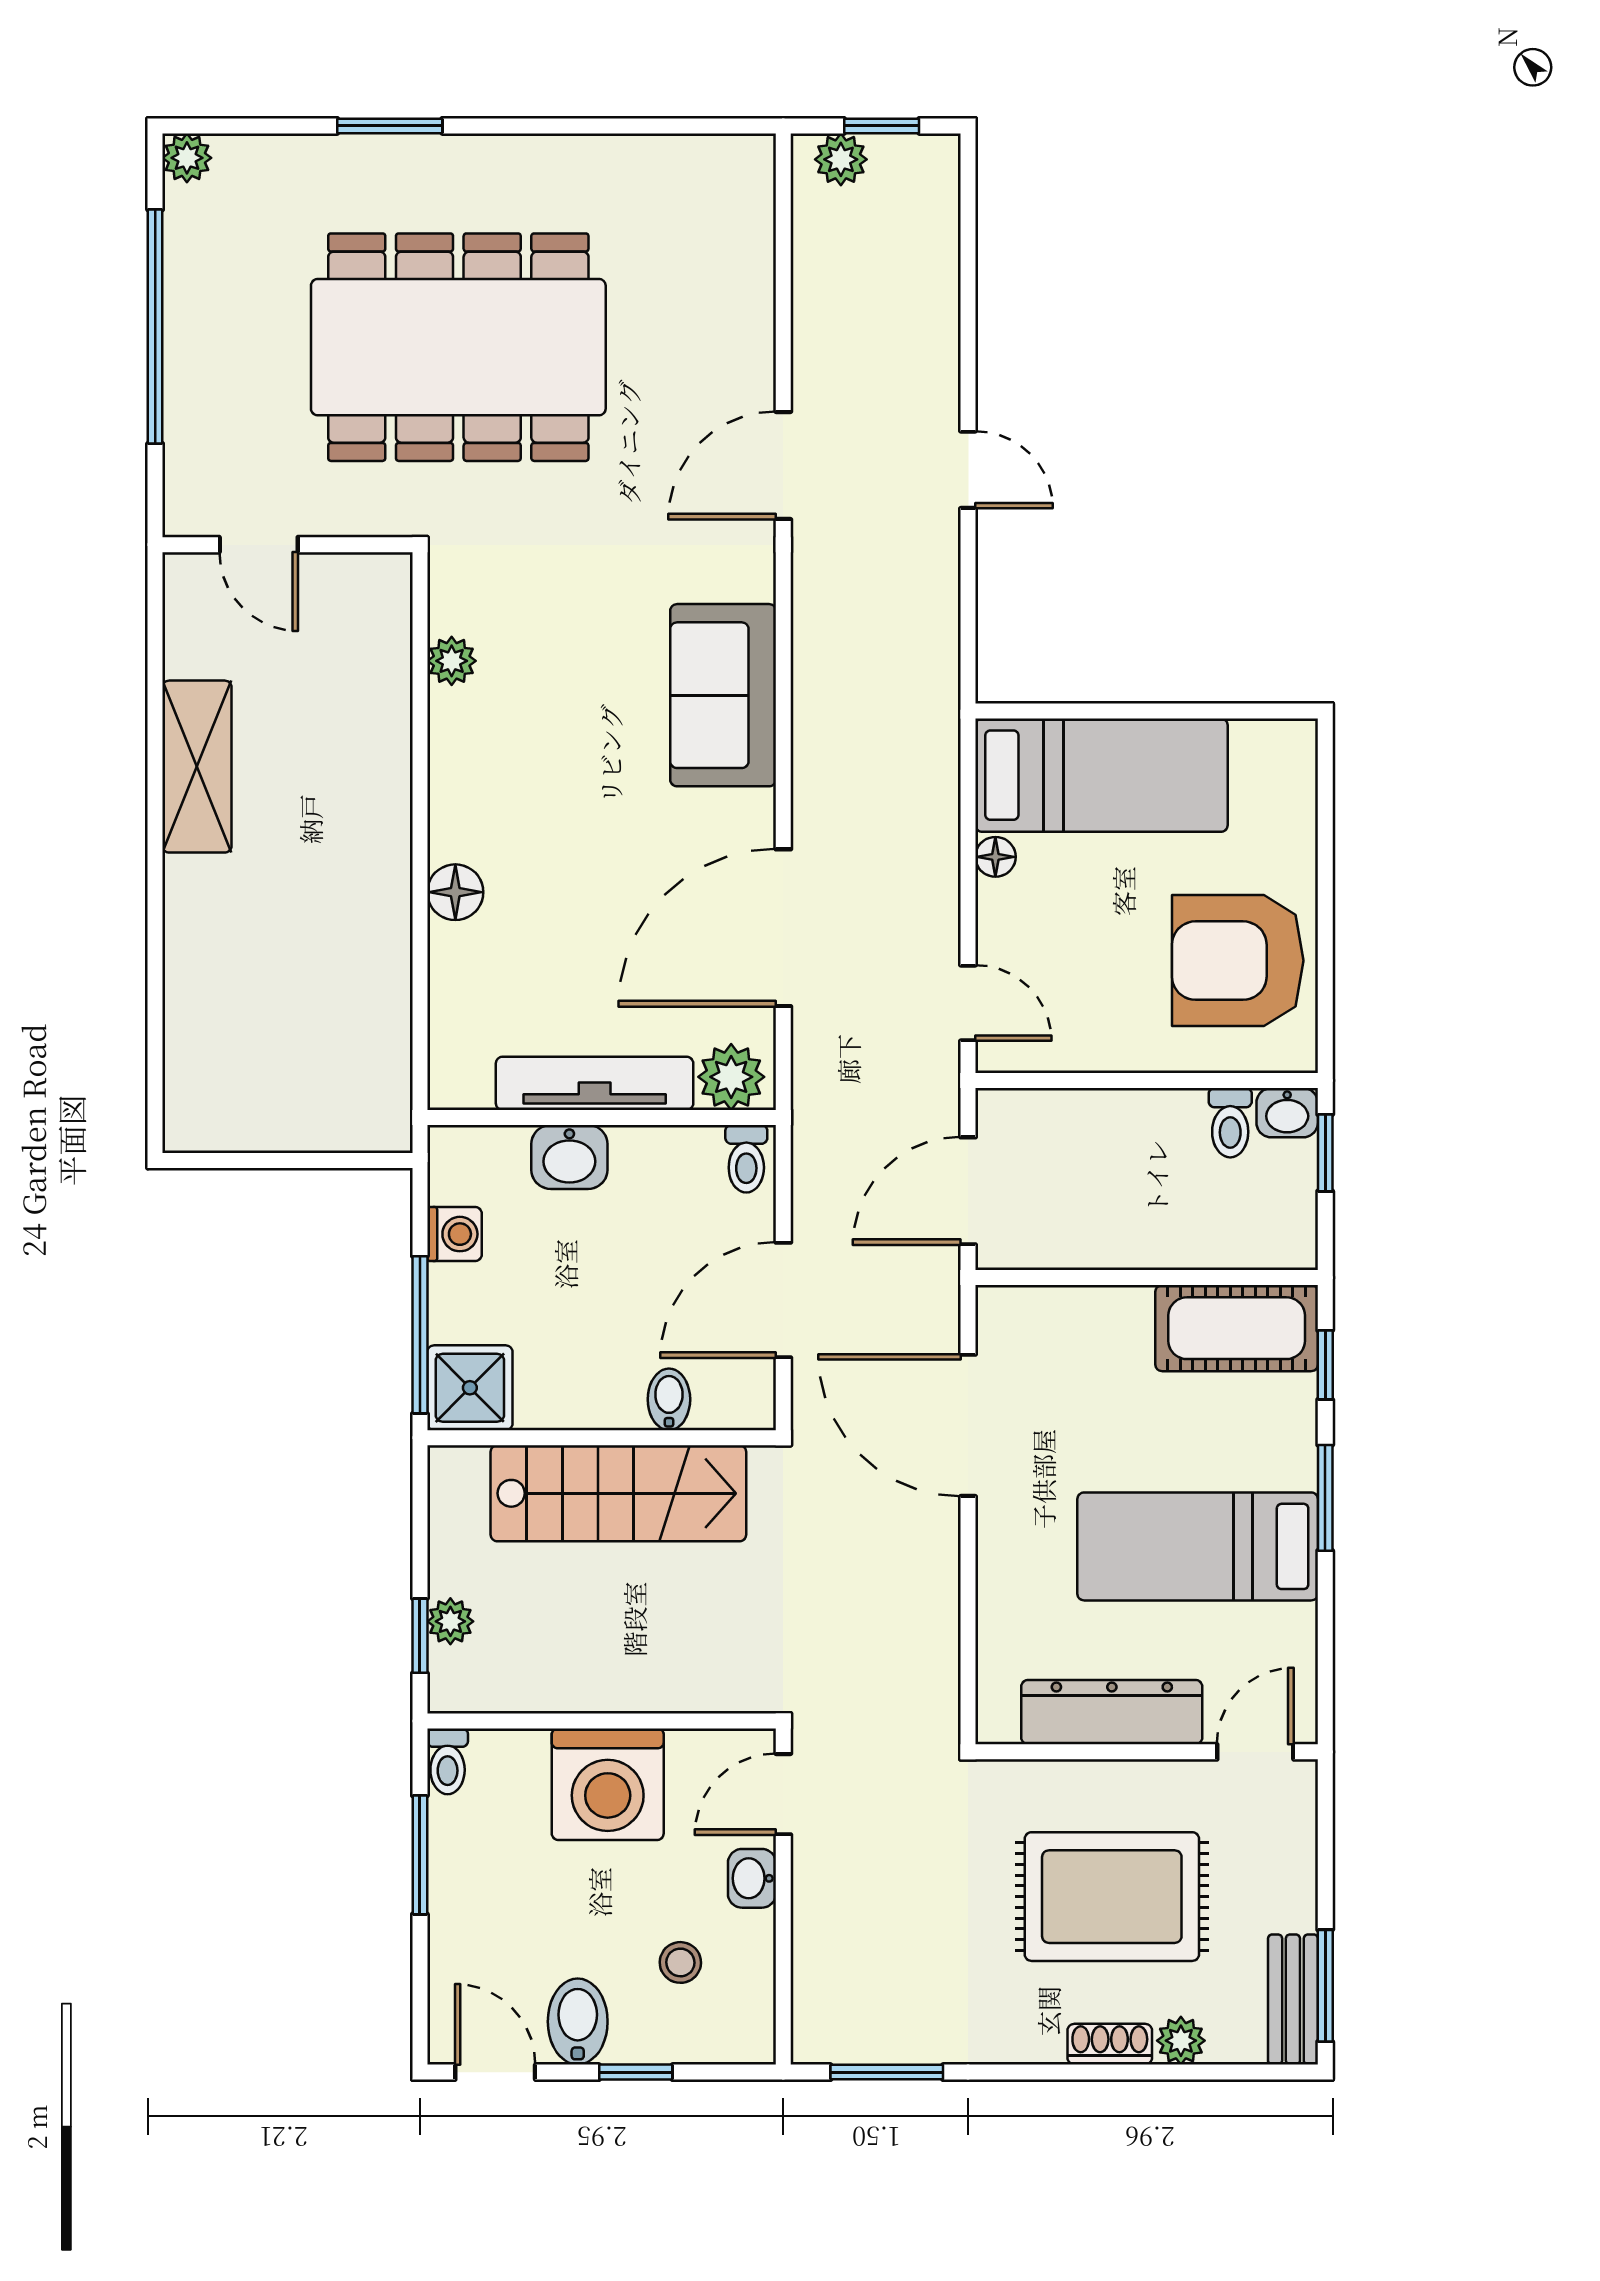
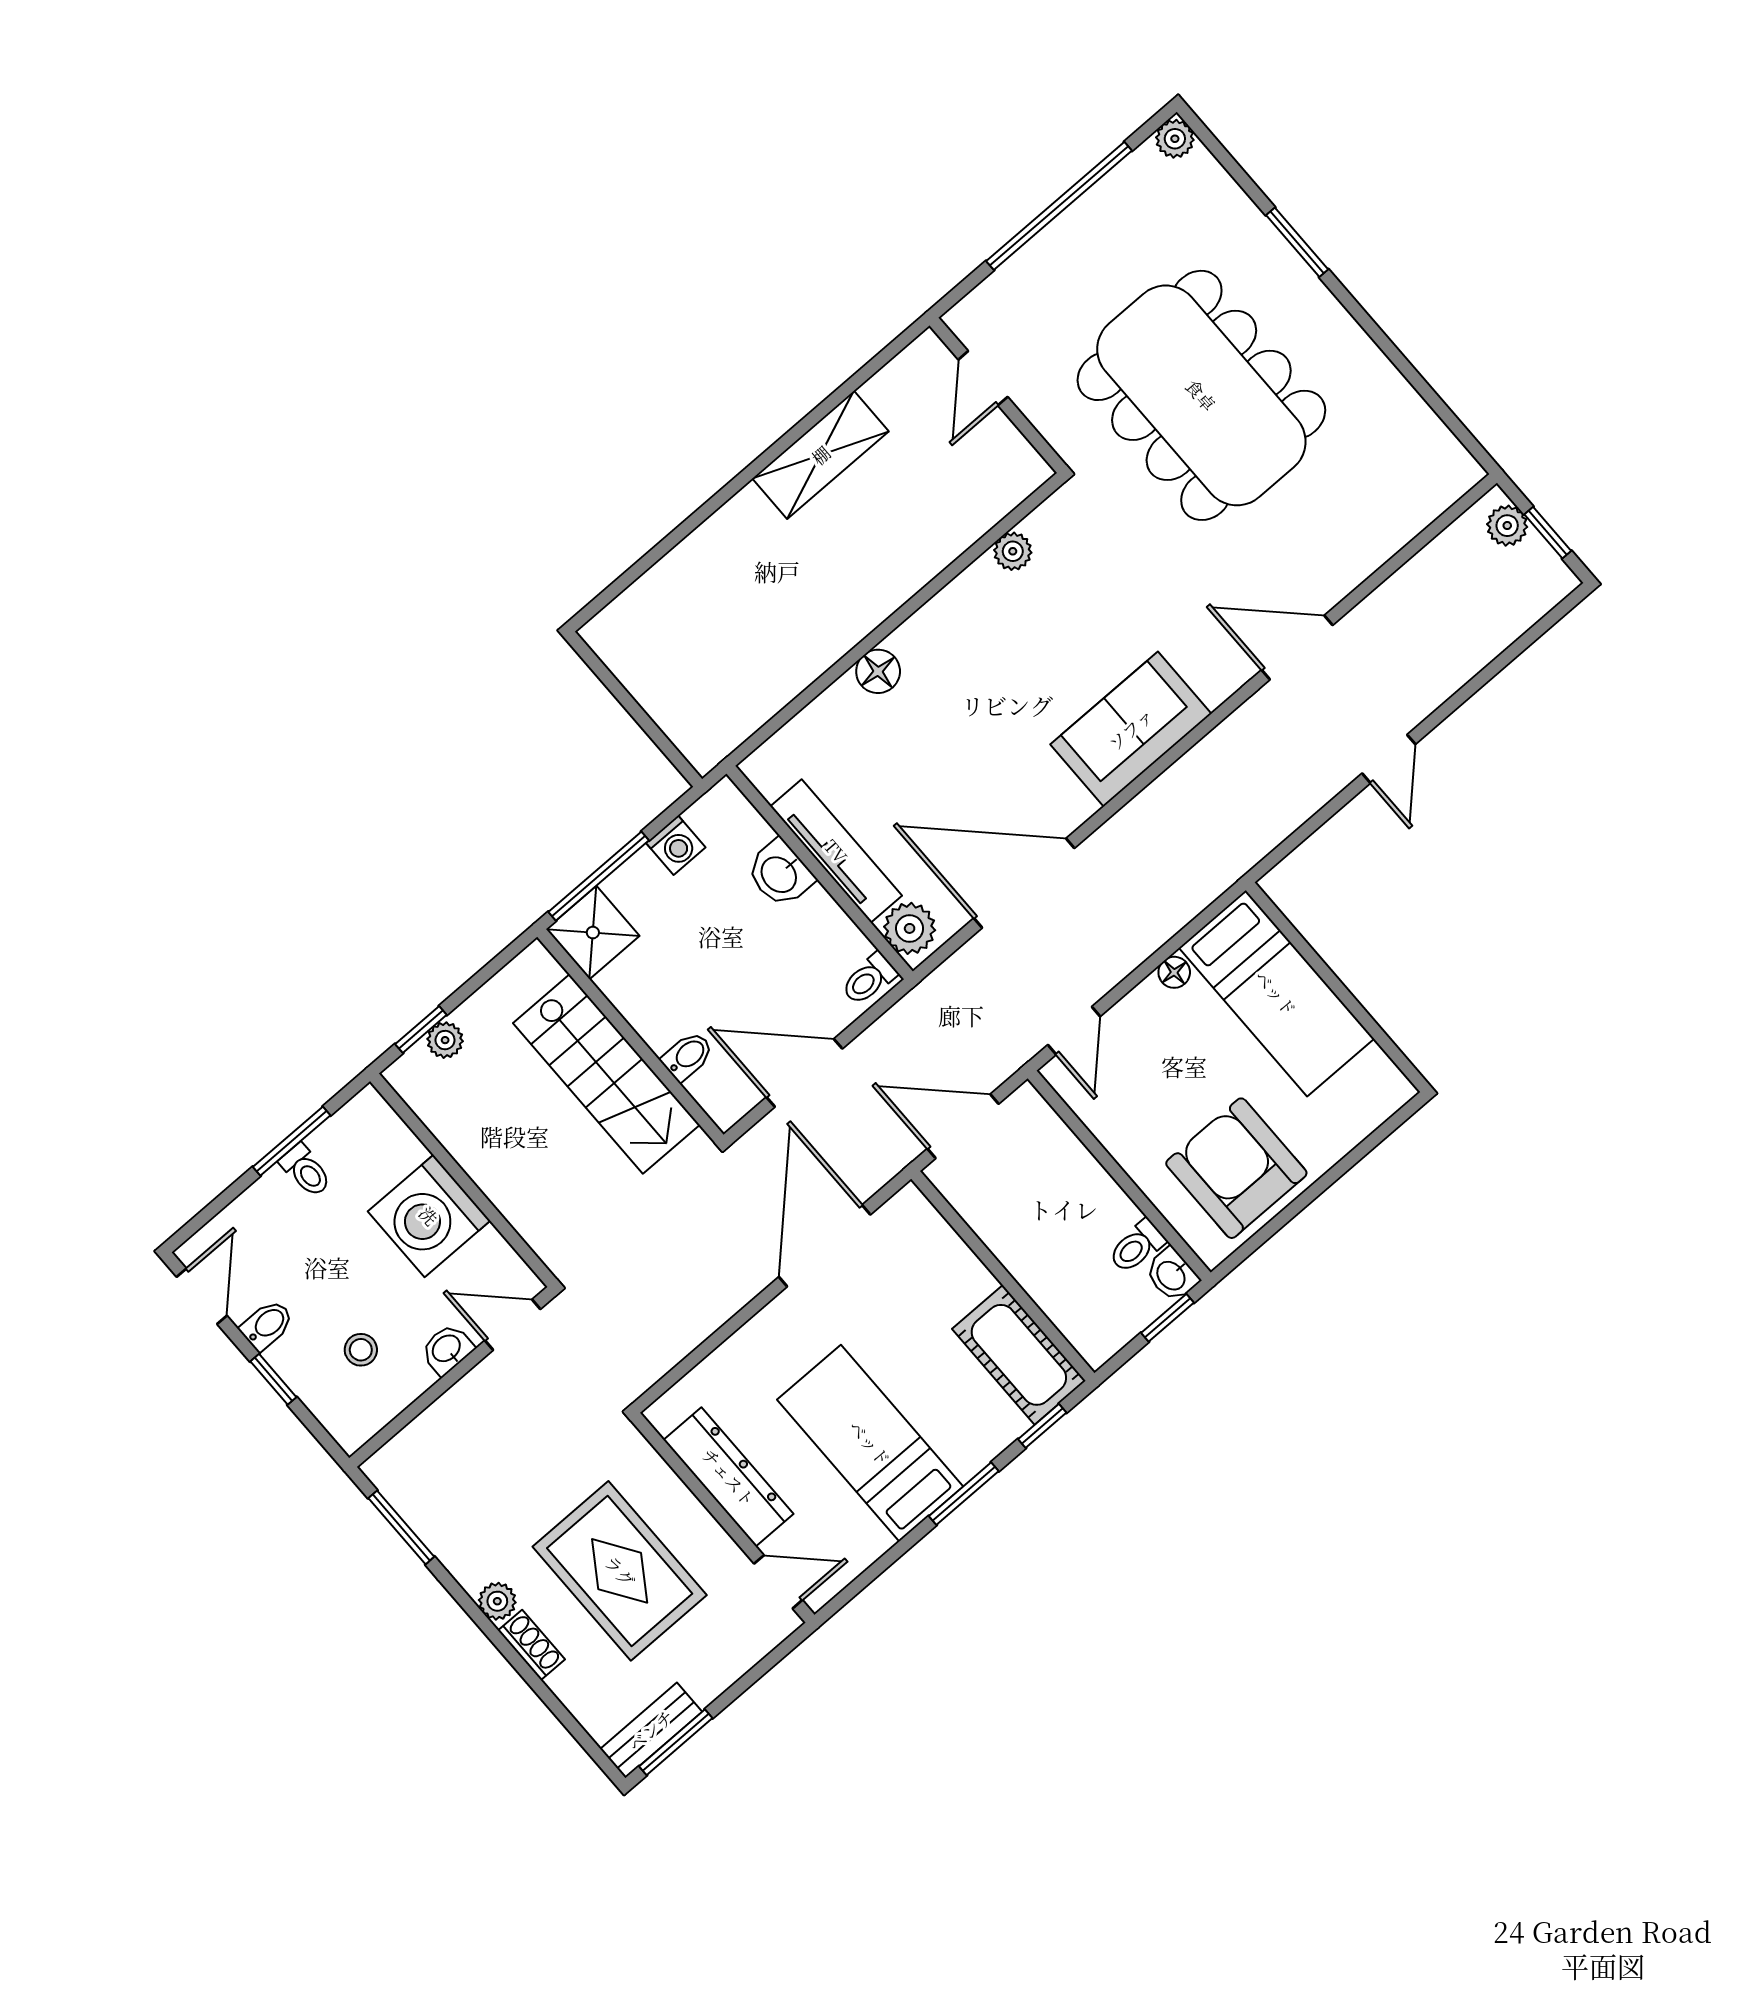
toilet: (448, 1761) -> (306, 1171), moved, turned -90
bidet: (578, 2022) -> (267, 1325), width x0.72, depth x0.74
plant: (1181, 2041) -> (497, 1601), moved

